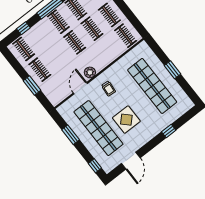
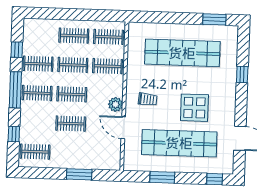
clothes rail: (108, 49) -> (108, 66), added
clothes rail: (40, 70) -> (71, 124), moved
window: (173, 70) -> (214, 19), moved

